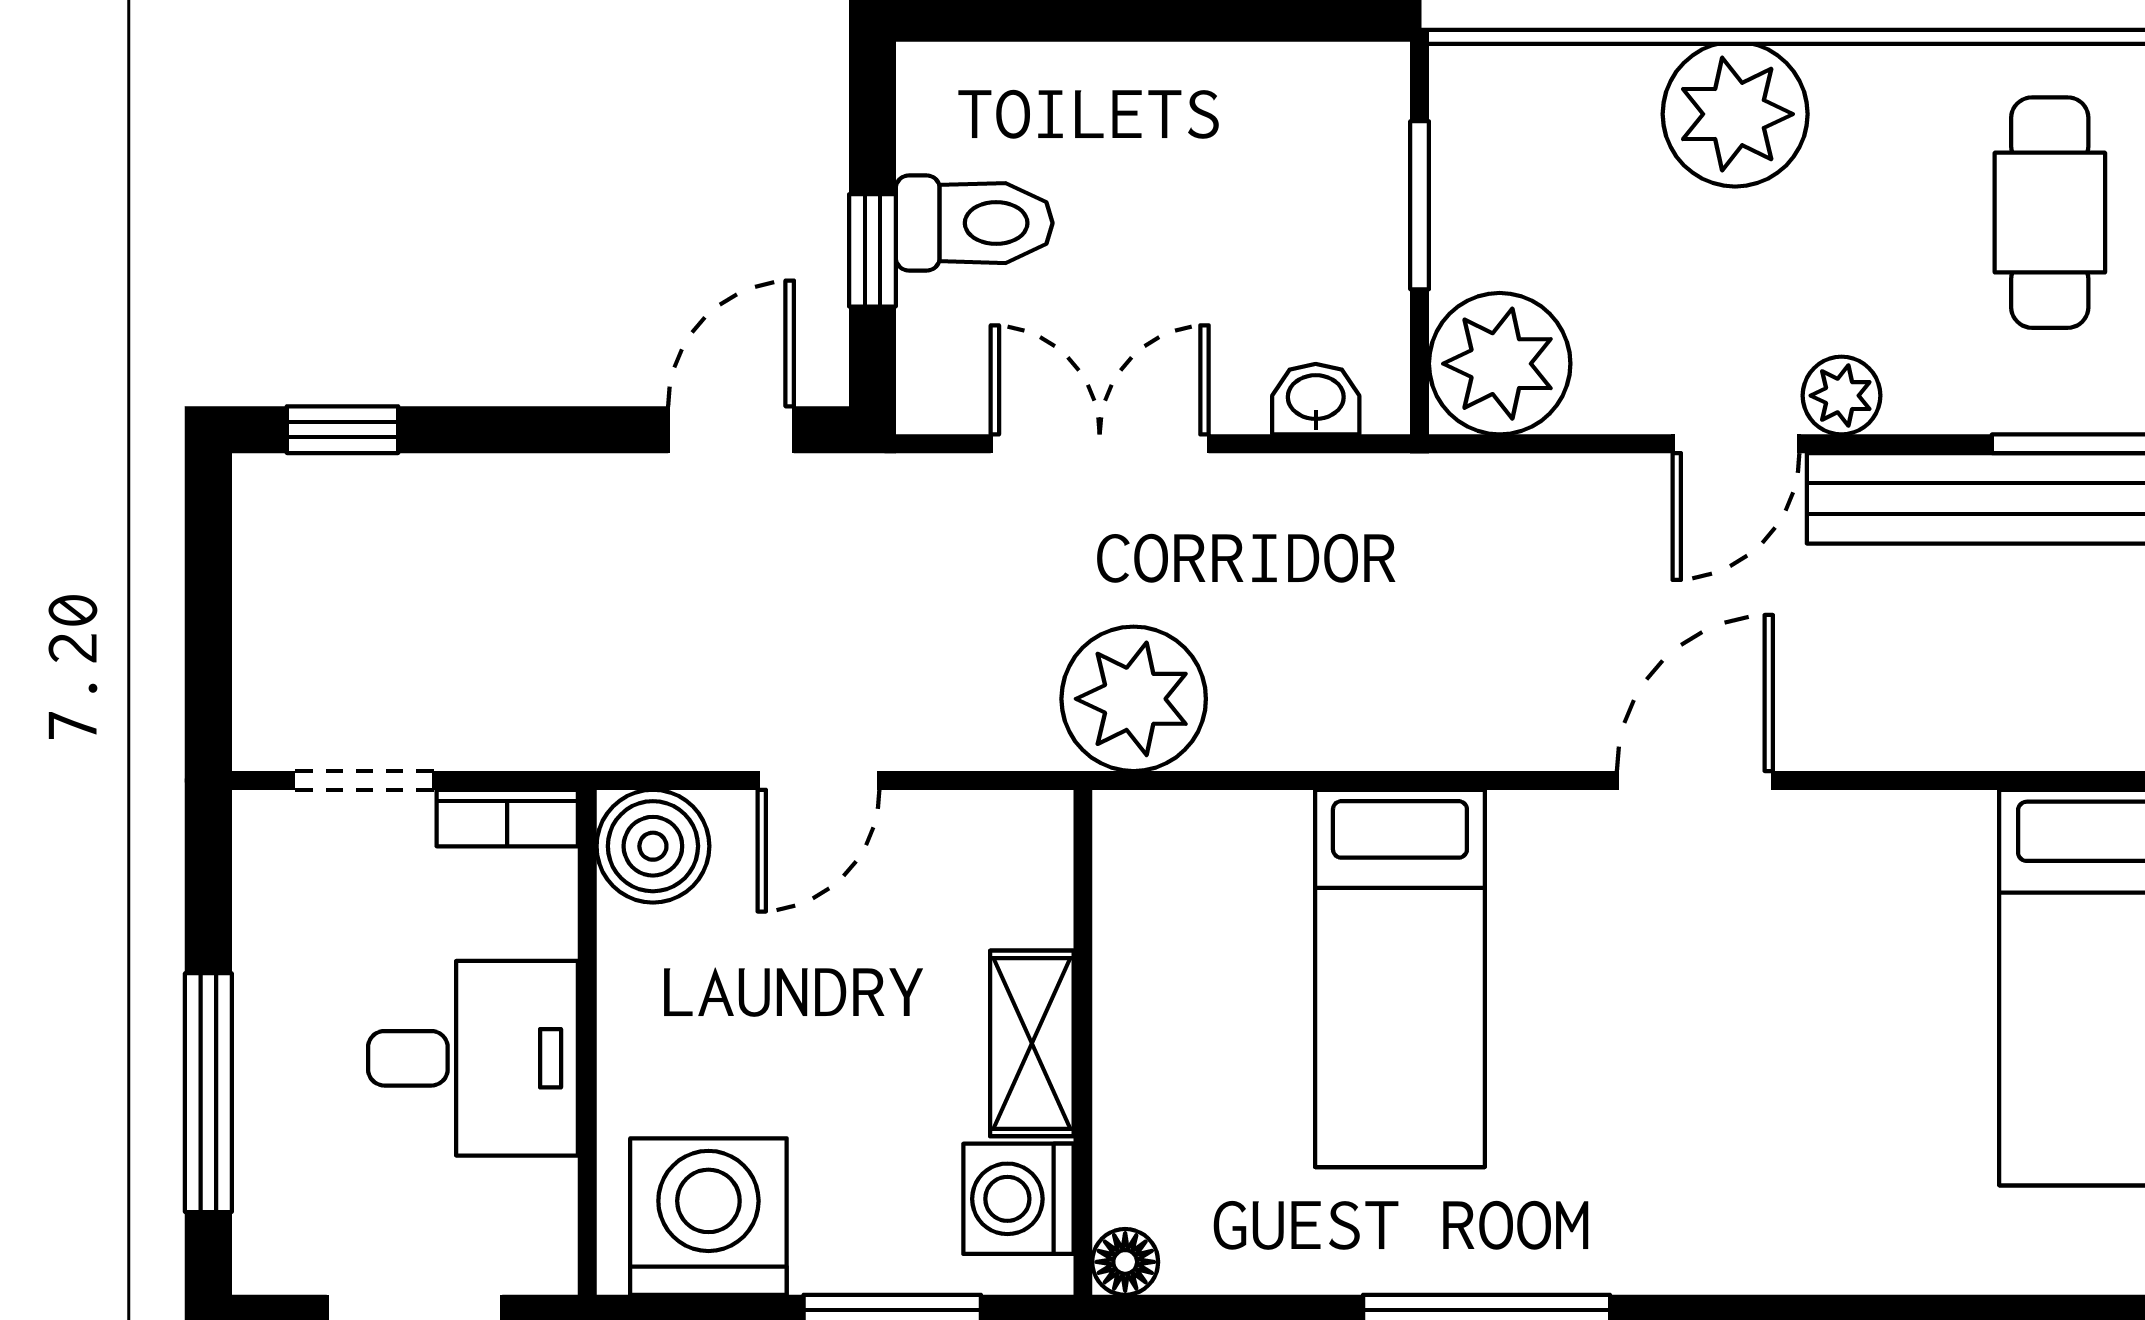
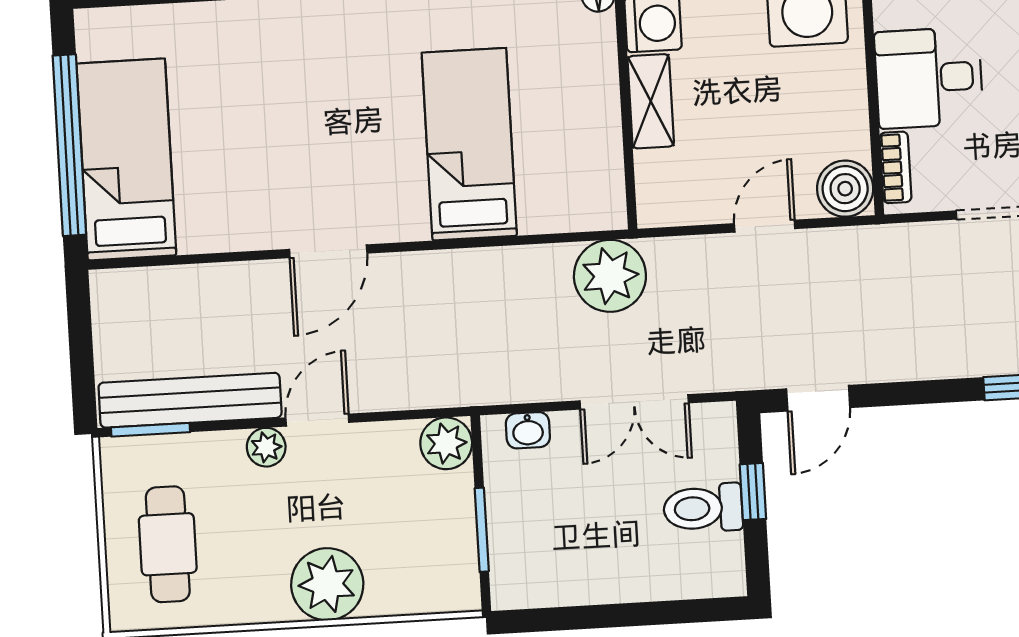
plant: (1500, 364) -> (446, 443), width x0.73, depth x0.73
bookcase: (507, 818) -> (896, 167), moved, turned 90

